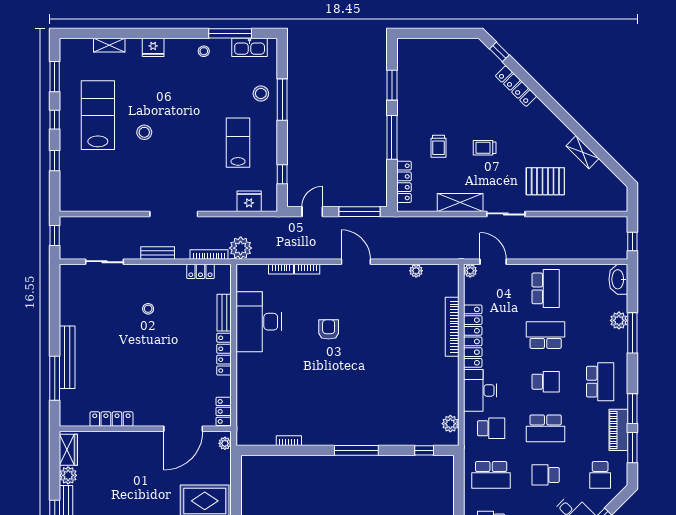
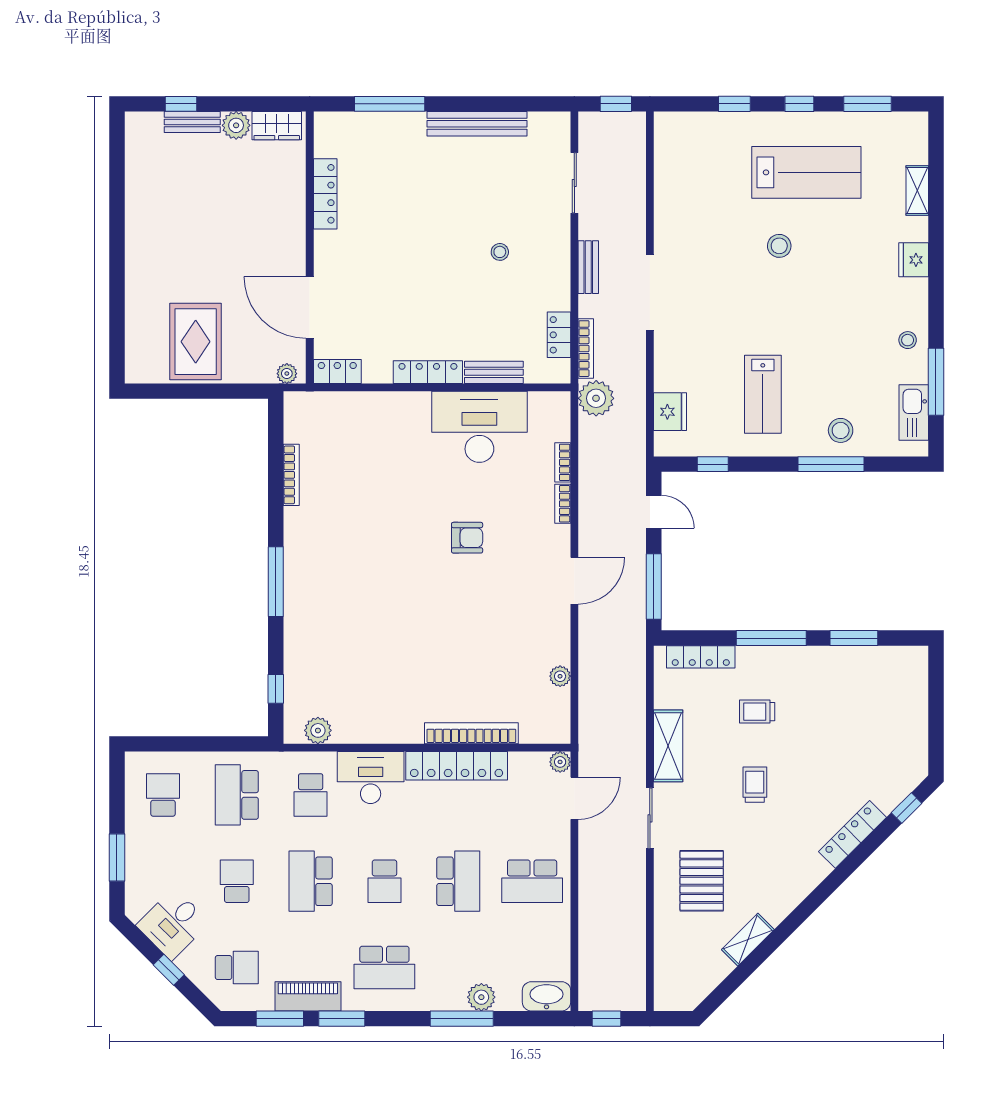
lab bench: (238, 143) -> (763, 394), turned 90
bench: (67, 357) -> (477, 124), moved
bookcase: (289, 441) -> (291, 475), width x1.56
school desk: (600, 475) -> (237, 968), turned 180

